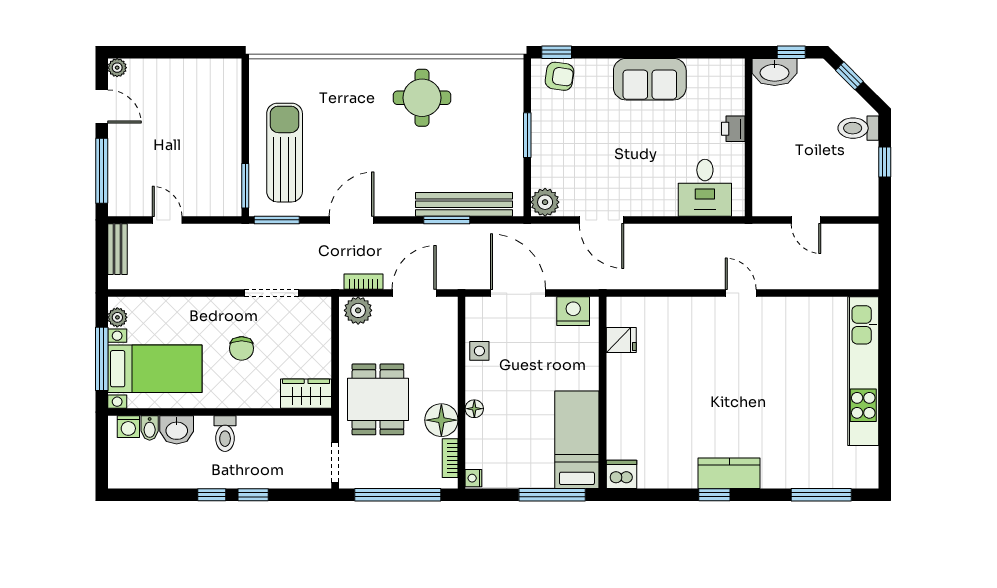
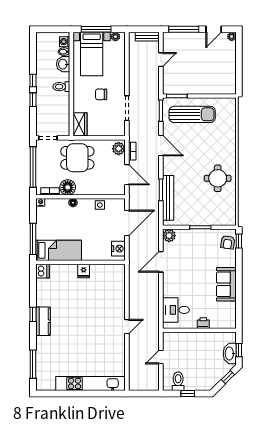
washbasin: (775, 72) -> (230, 354), moved
toilet: (858, 128) -> (178, 381), moved
fridge: (621, 340) -> (84, 271), moved

